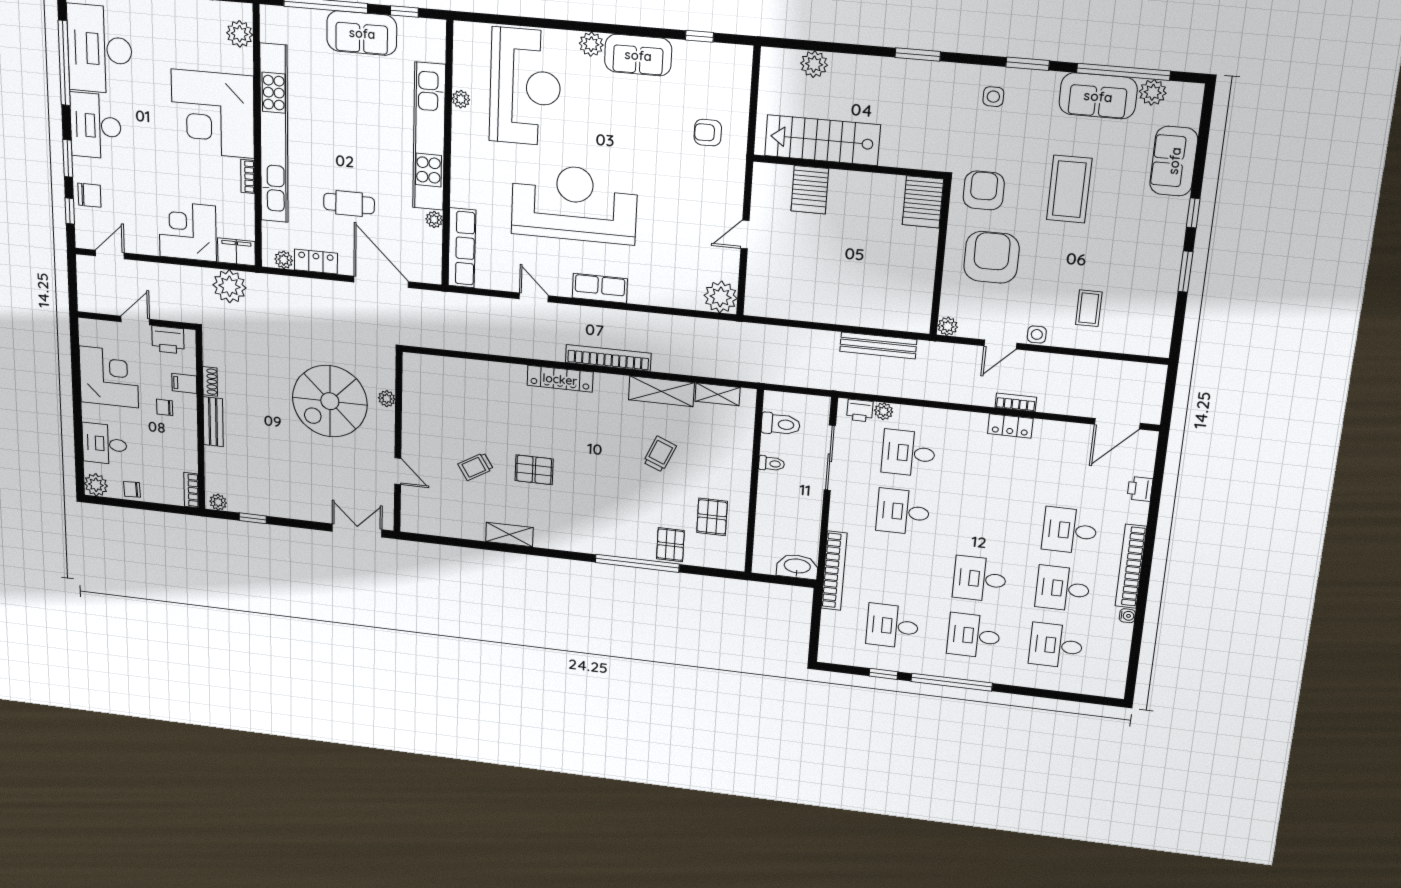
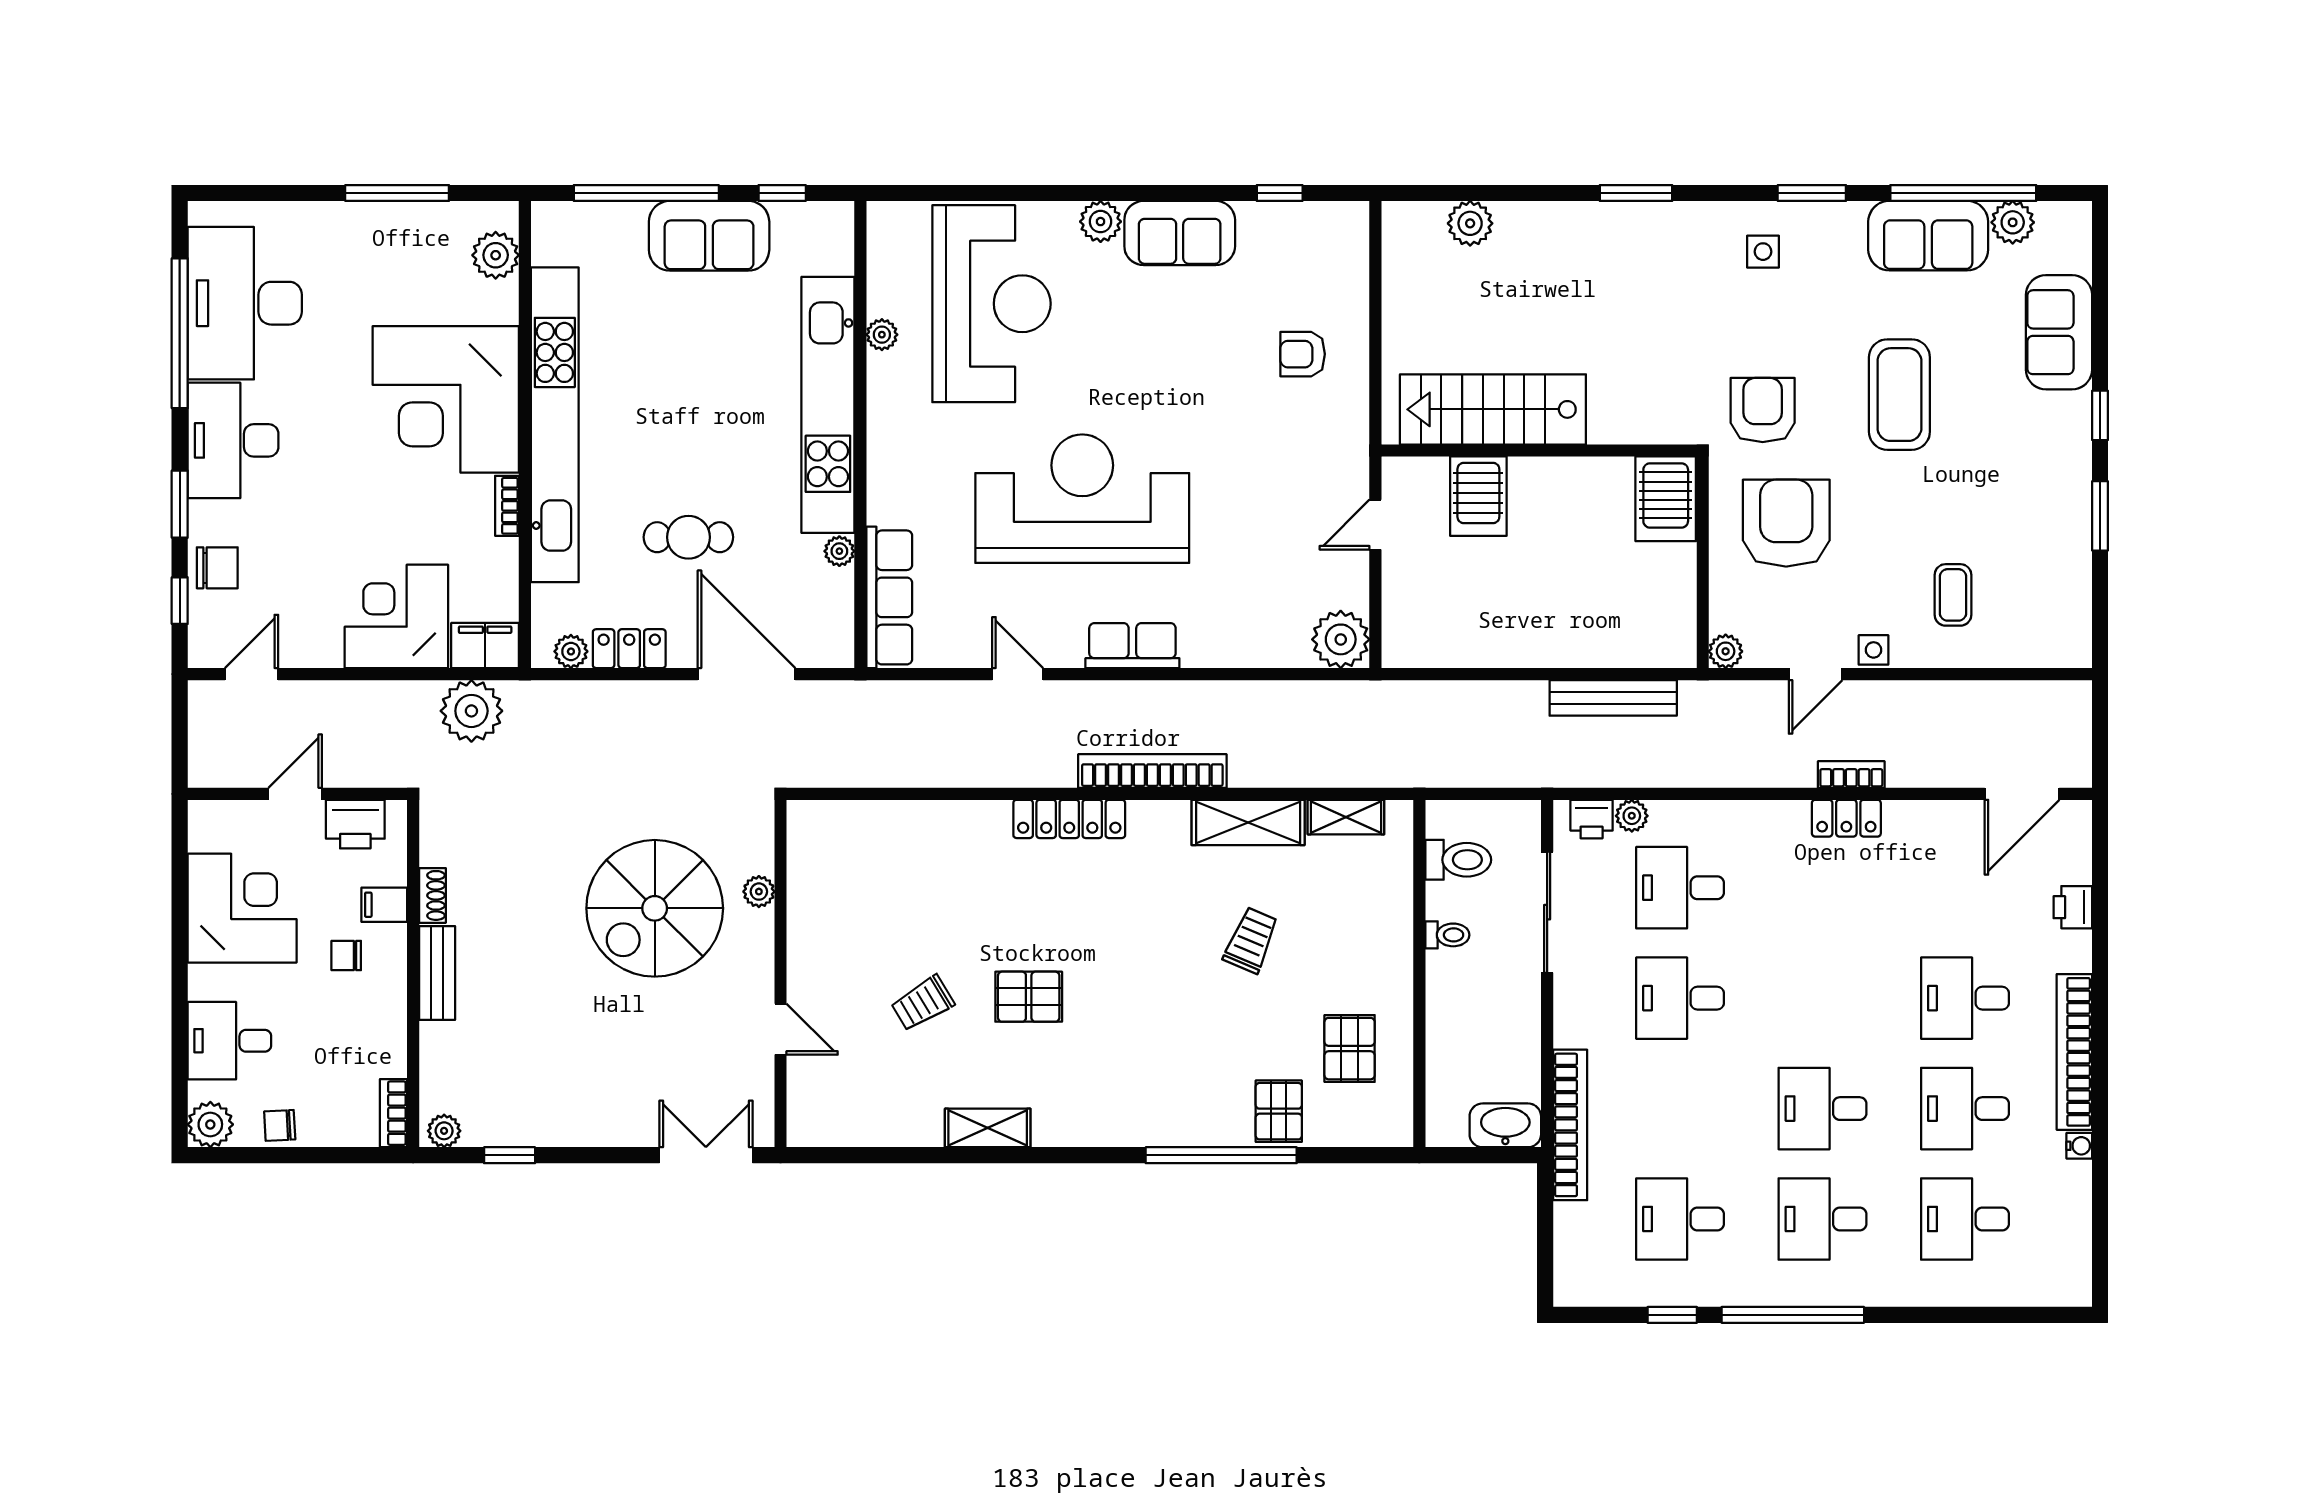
stairs: (822, 140) -> (1493, 409), moved
wall: (848, 167) -> (1539, 451), moved
server rack: (810, 190) -> (1478, 496), moved
server rack: (923, 202) -> (1666, 499), moved

